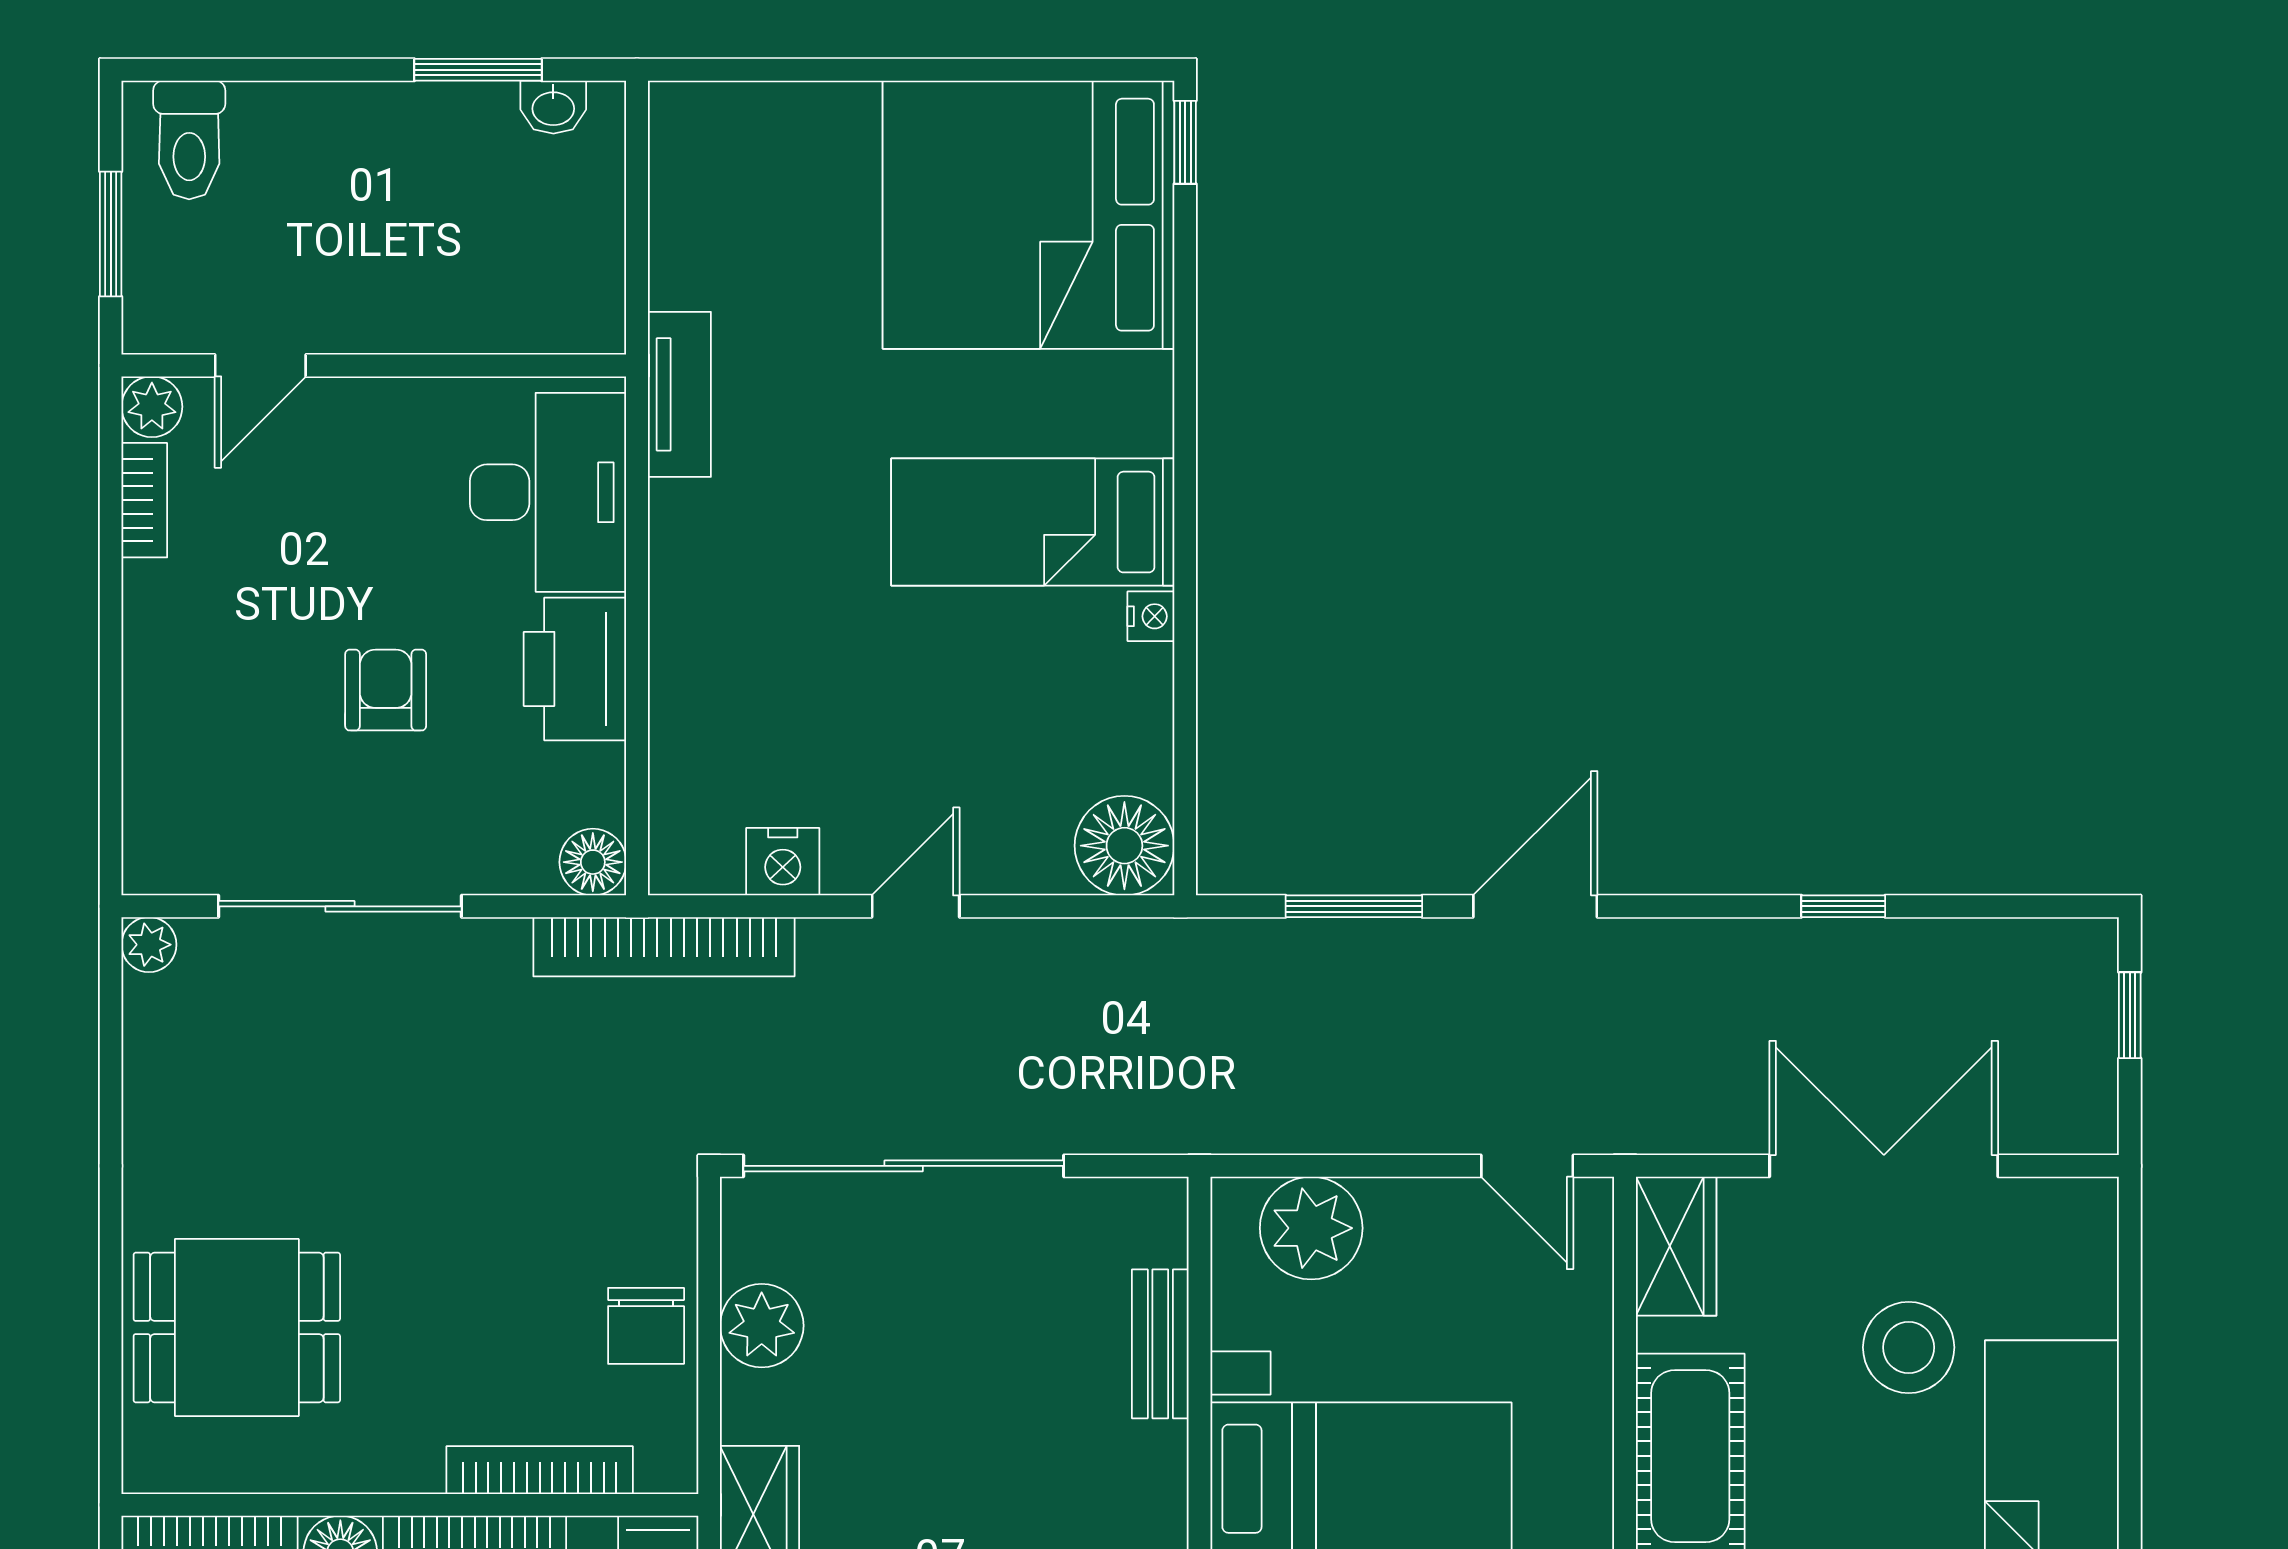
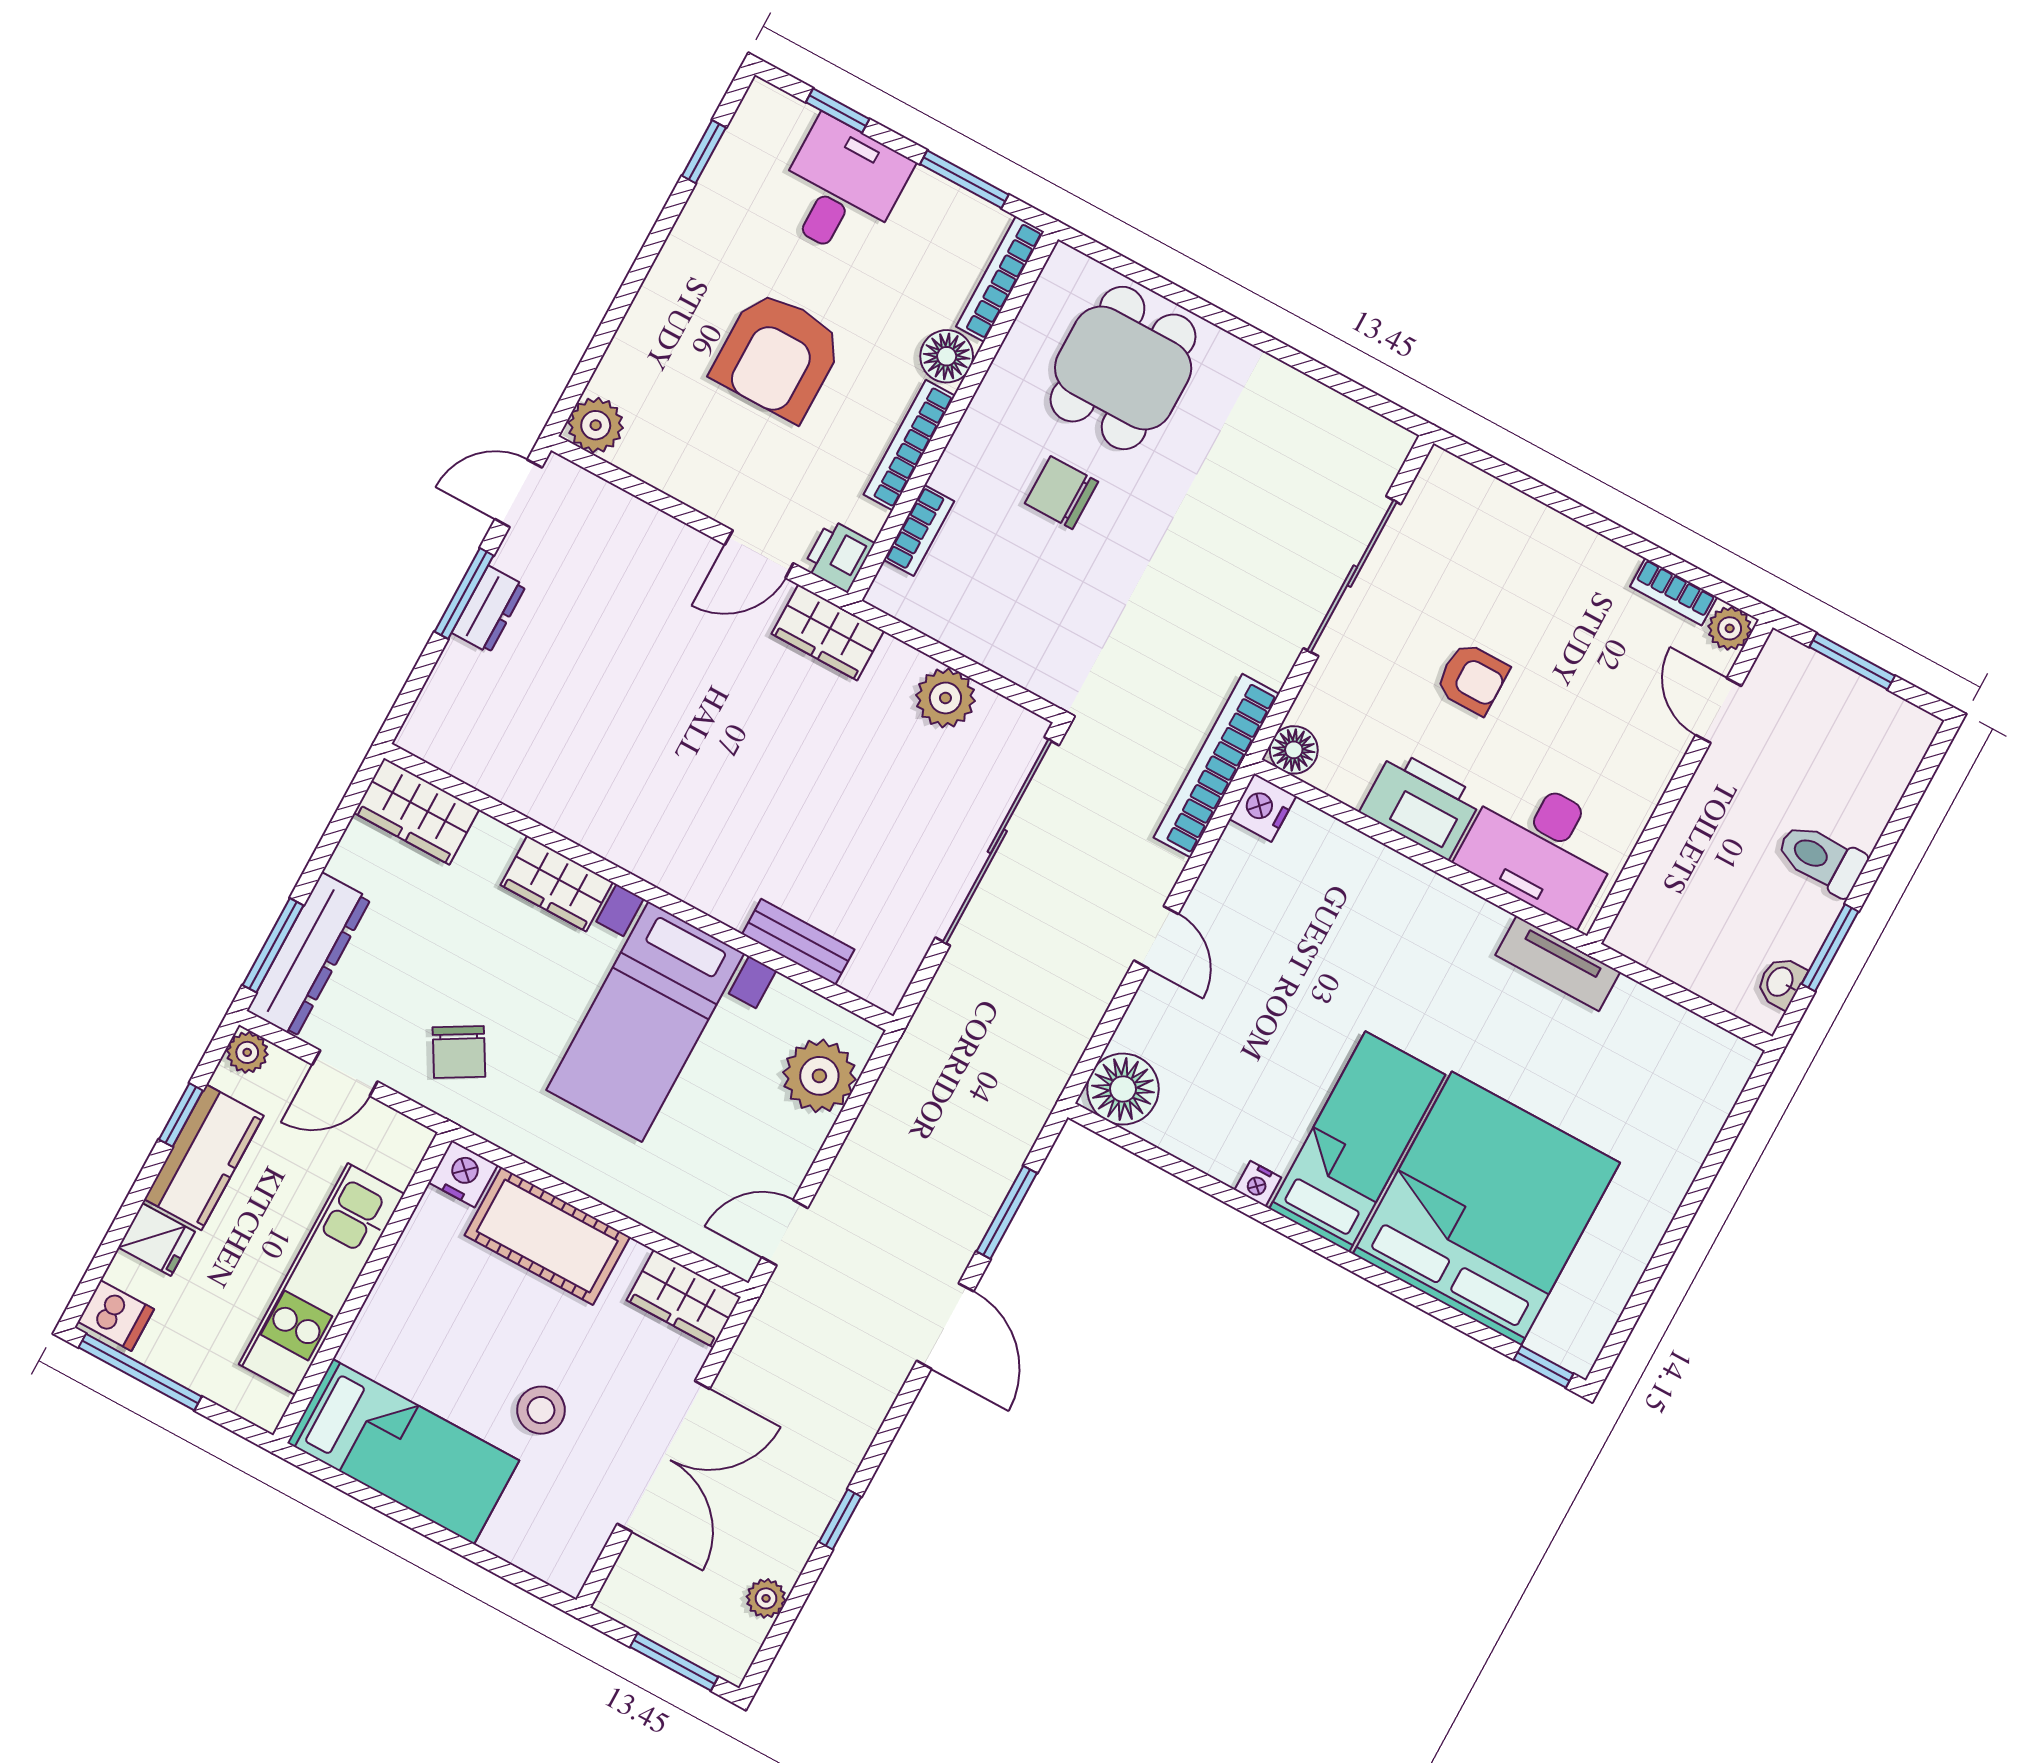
toilet: (189, 140) -> (1821, 859), moved
bed: (1029, 215) -> (1486, 1208), moved
nightstand: (783, 862) -> (1263, 808), moved
plant: (149, 945) -> (766, 1598), moved
window: (2130, 1015) -> (674, 1662), width x1.50
chair: (646, 1326) -> (1061, 493), moved
stool: (1909, 1347) -> (541, 1410), width x0.73, depth x0.73
bookcase: (540, 1470) -> (919, 530), width x0.64

